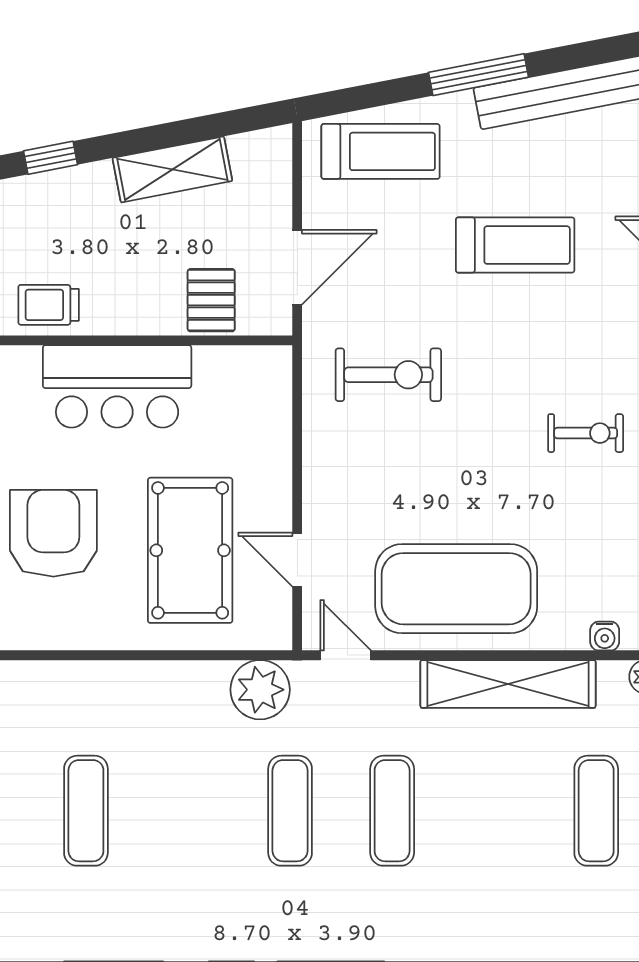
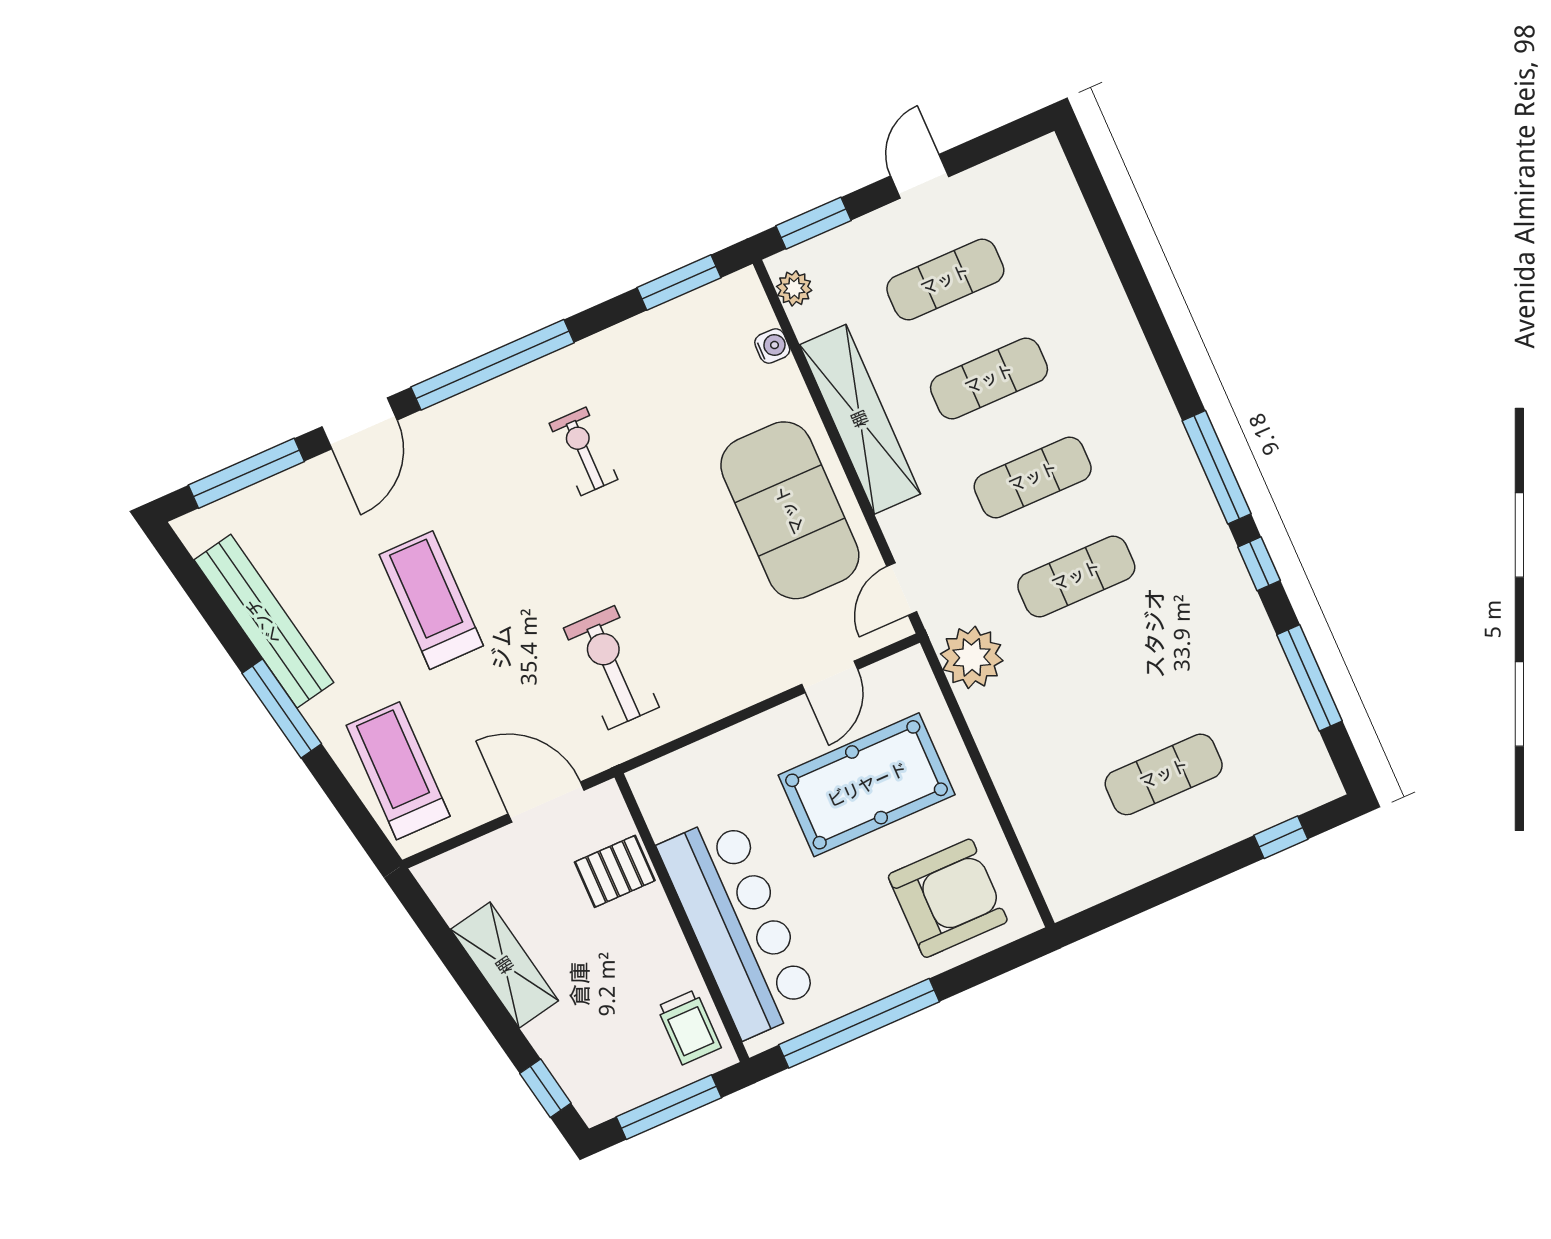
bar counter: (117, 386) -> (739, 926), width x1.36
armchair: (53, 533) -> (948, 898), moved, turned 180
exercise mat: (494, 811) -> (989, 379), added

